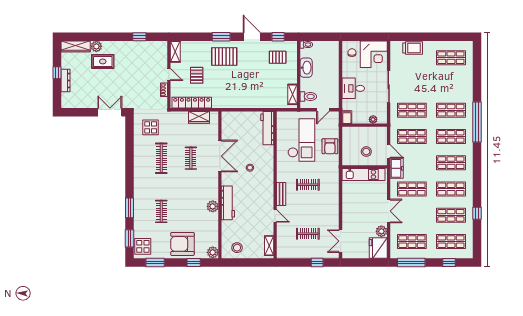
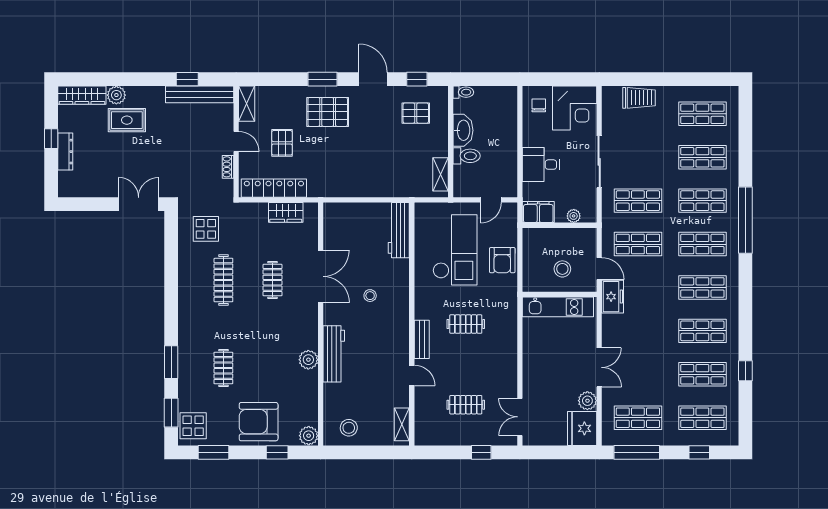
bench: (147, 46) -> (200, 94), added
toilet: (308, 96) -> (467, 156), moved
filing cabinet: (347, 117) -> (538, 212), width x2.00
shop shelf: (412, 189) -> (702, 157), moved

